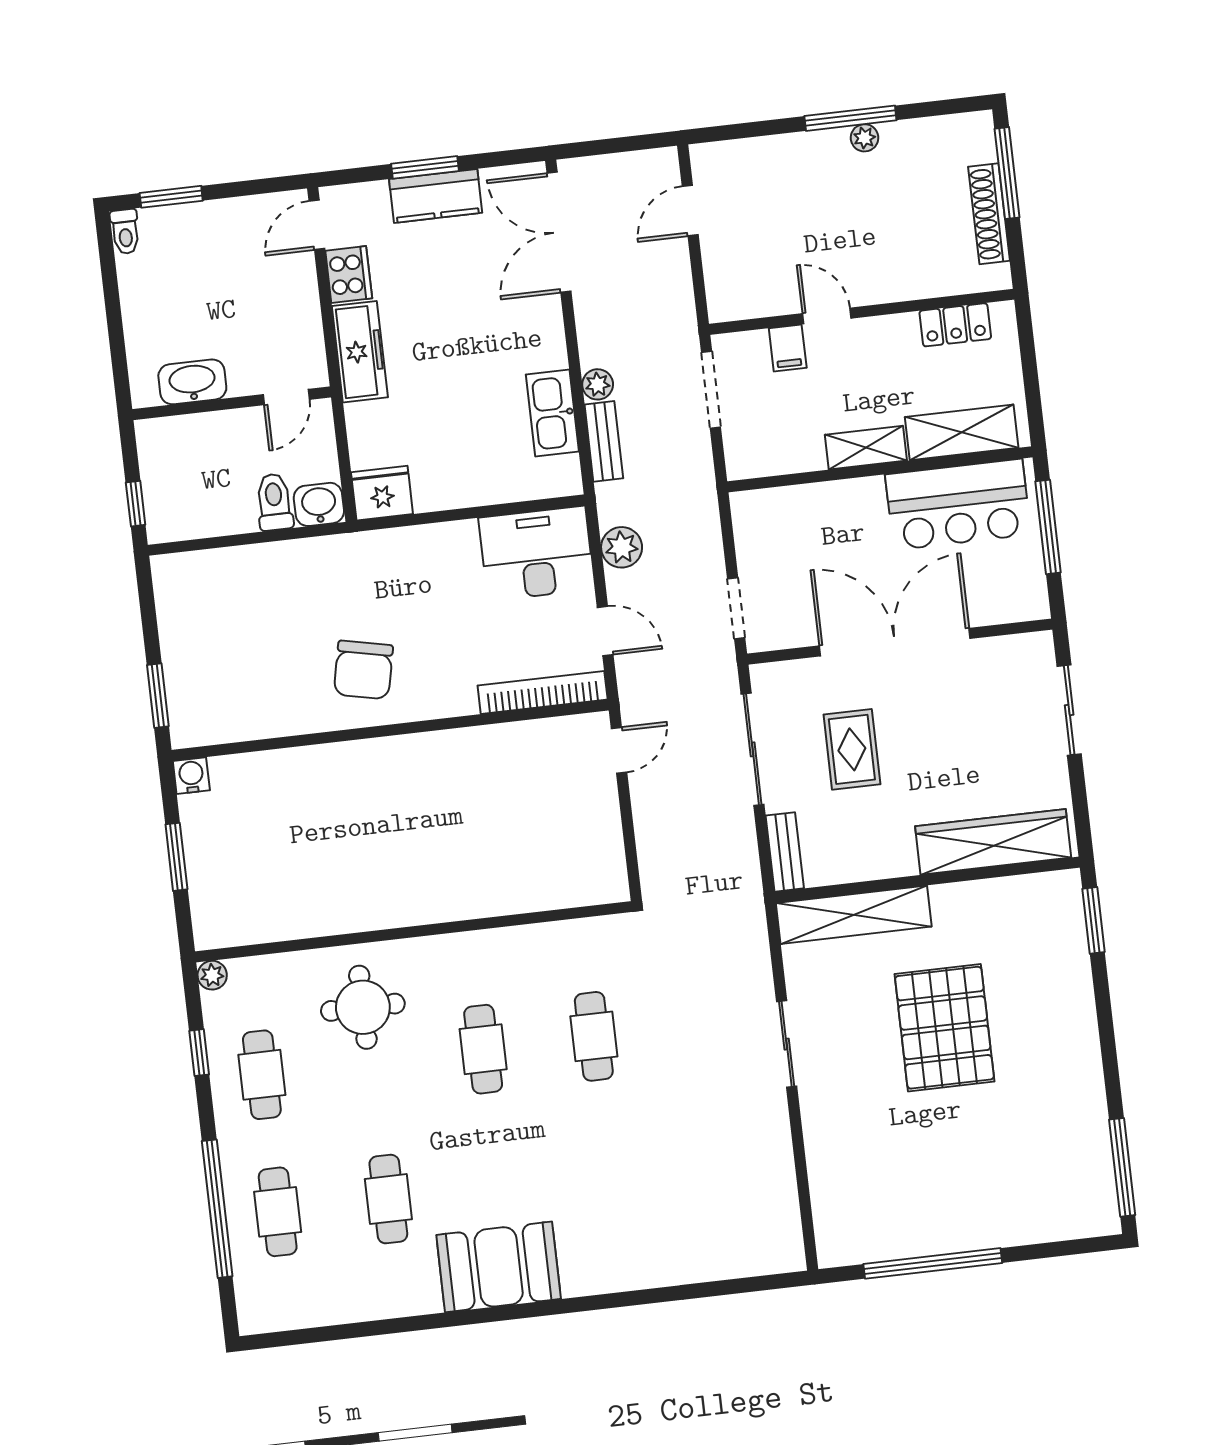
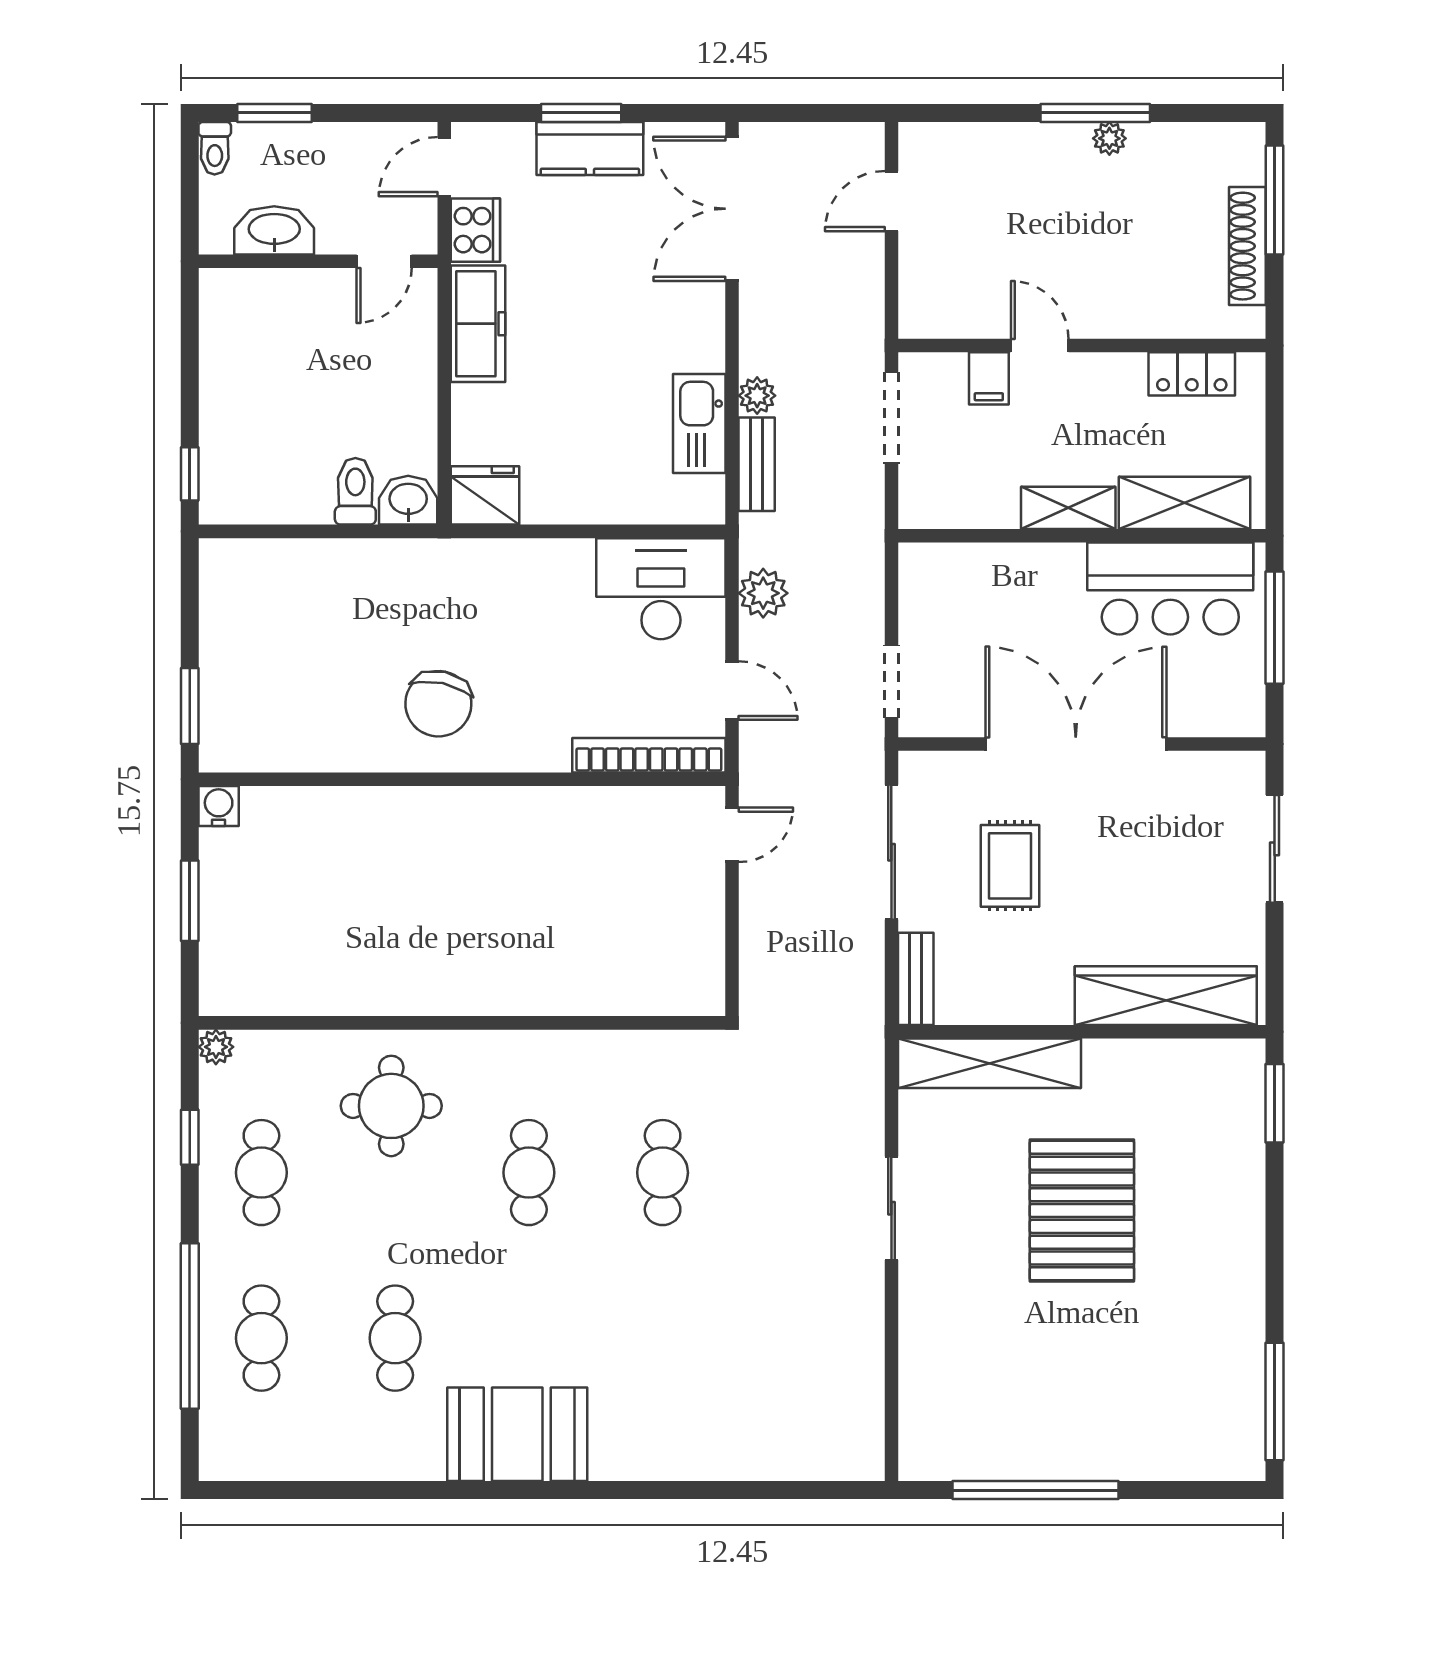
washbasin: (192, 382) -> (274, 230), moved
door: (286, 397) -> (384, 261), moved
wall: (232, 403) -> (318, 261), moved

